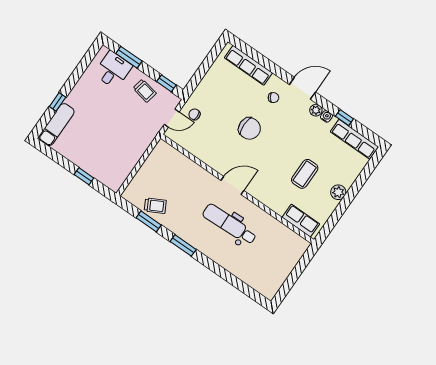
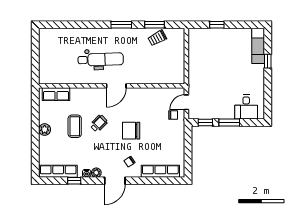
window: (129, 57) -> (229, 122), moved
trolley: (145, 91) -> (216, 108), removed
wheelchair: (278, 159) -> (99, 123), added

